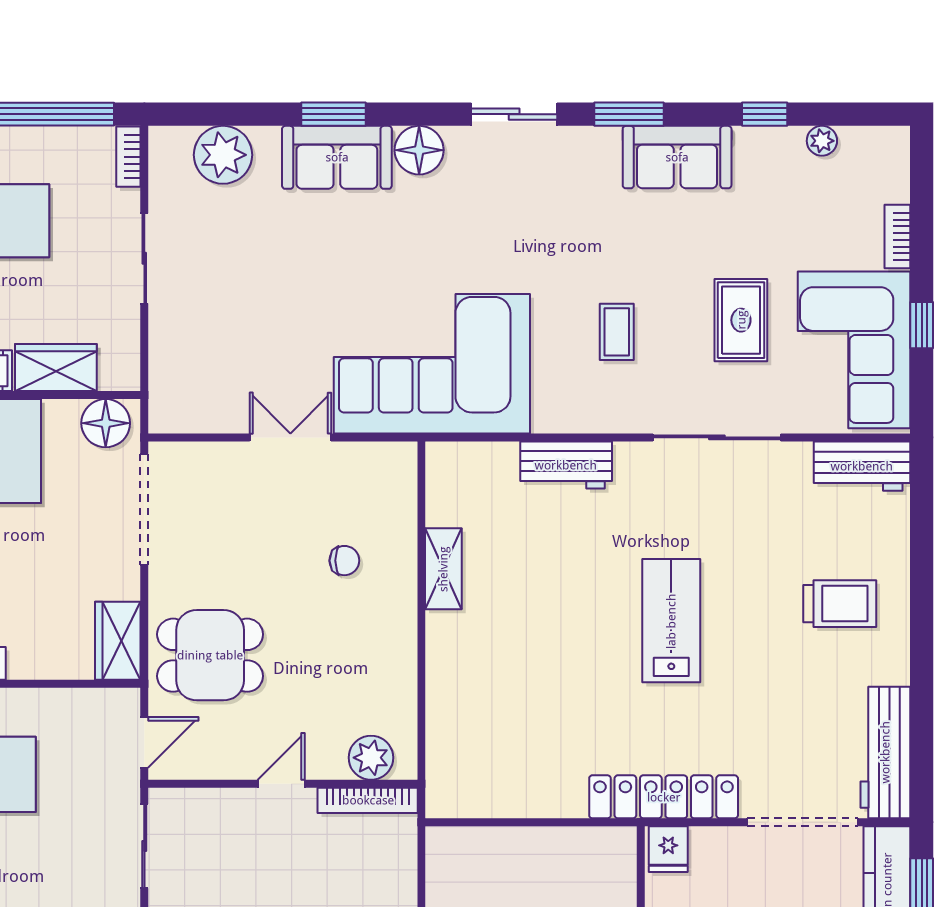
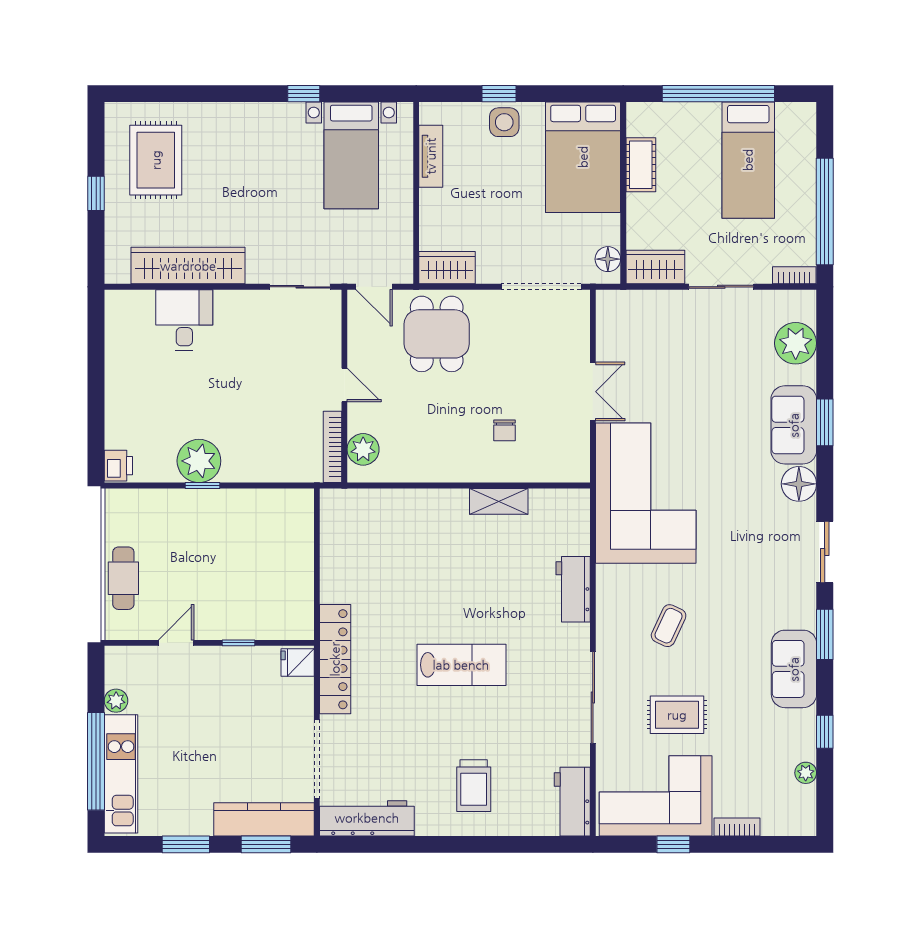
coffee table: (617, 332) -> (669, 626), turned -65
wardrobe: (56, 368) -> (655, 267), moved, turned -90
floor lamp: (106, 423) -> (608, 259), width x0.73, depth x0.73

